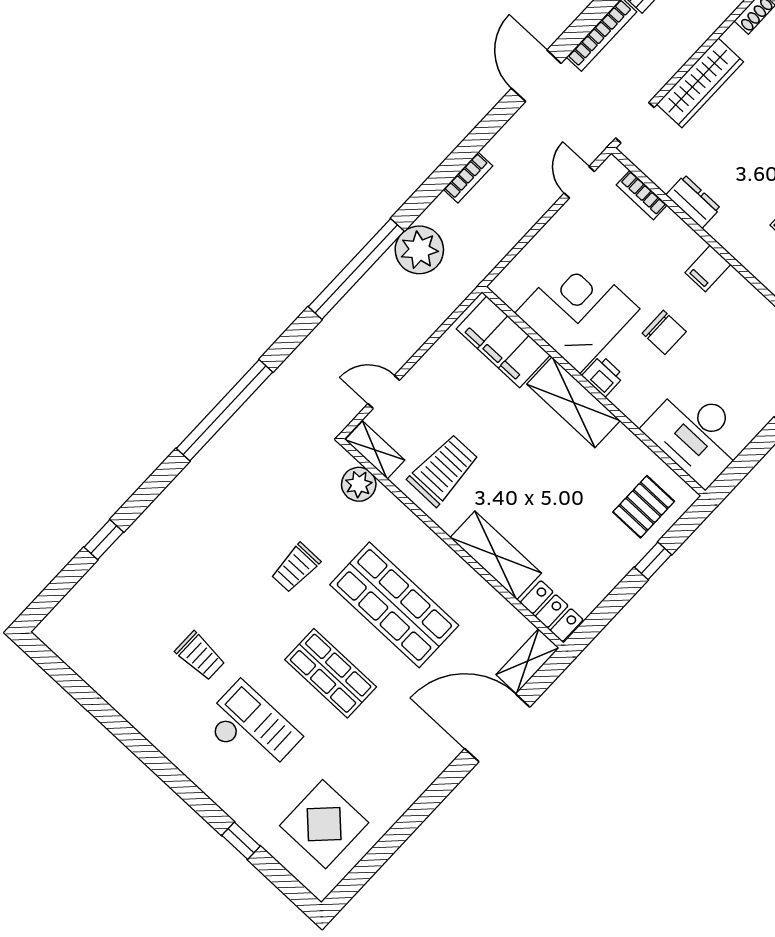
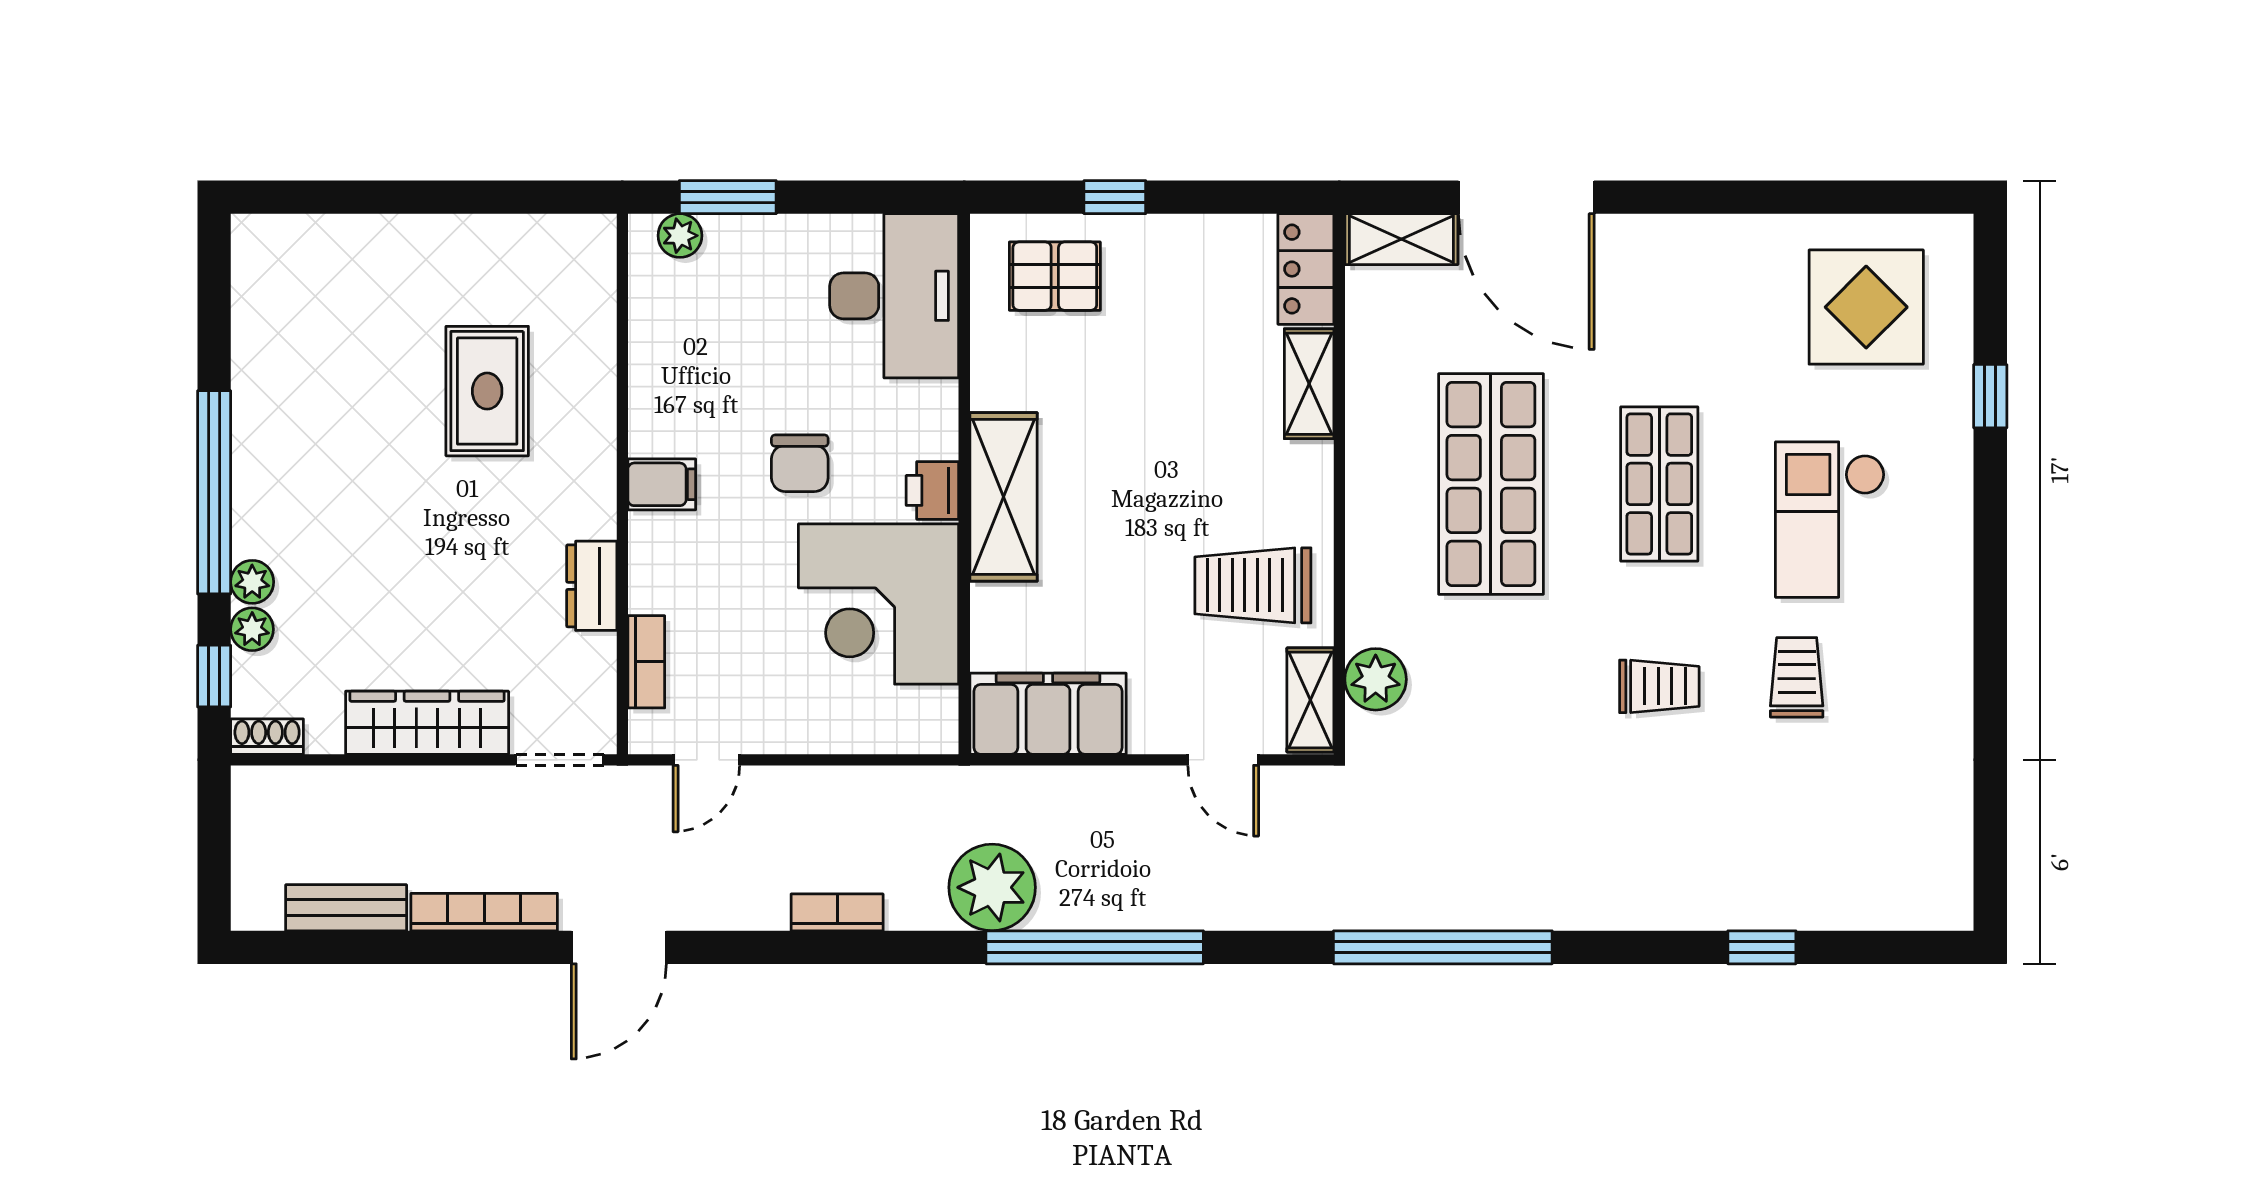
chair: (664, 332) -> (800, 463), turned 180
filing cabinet: (503, 342) -> (1048, 714), moved, turned -90
shelving: (496, 555) -> (1309, 384), width x0.67, depth x0.75
trolley: (296, 568) -> (1659, 686), moved

